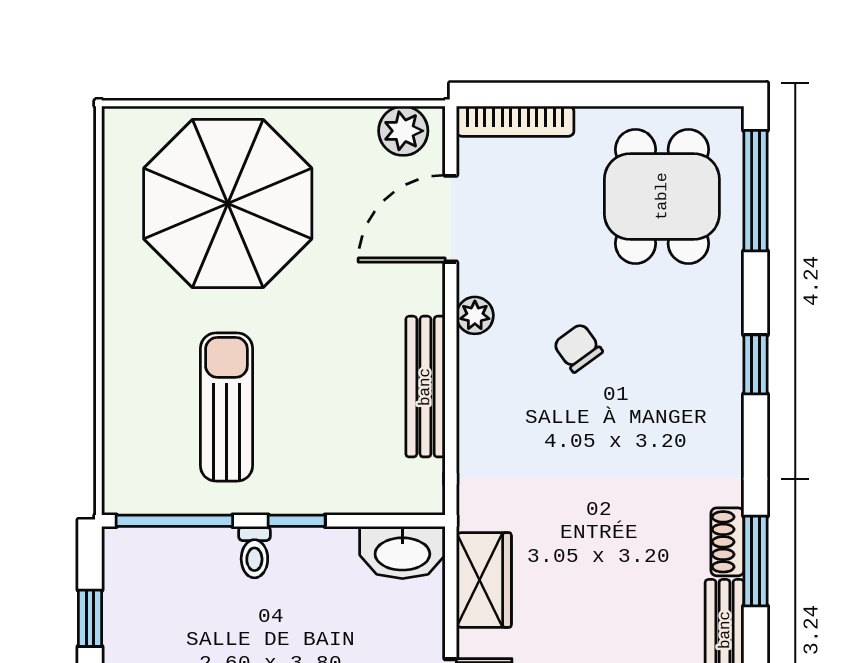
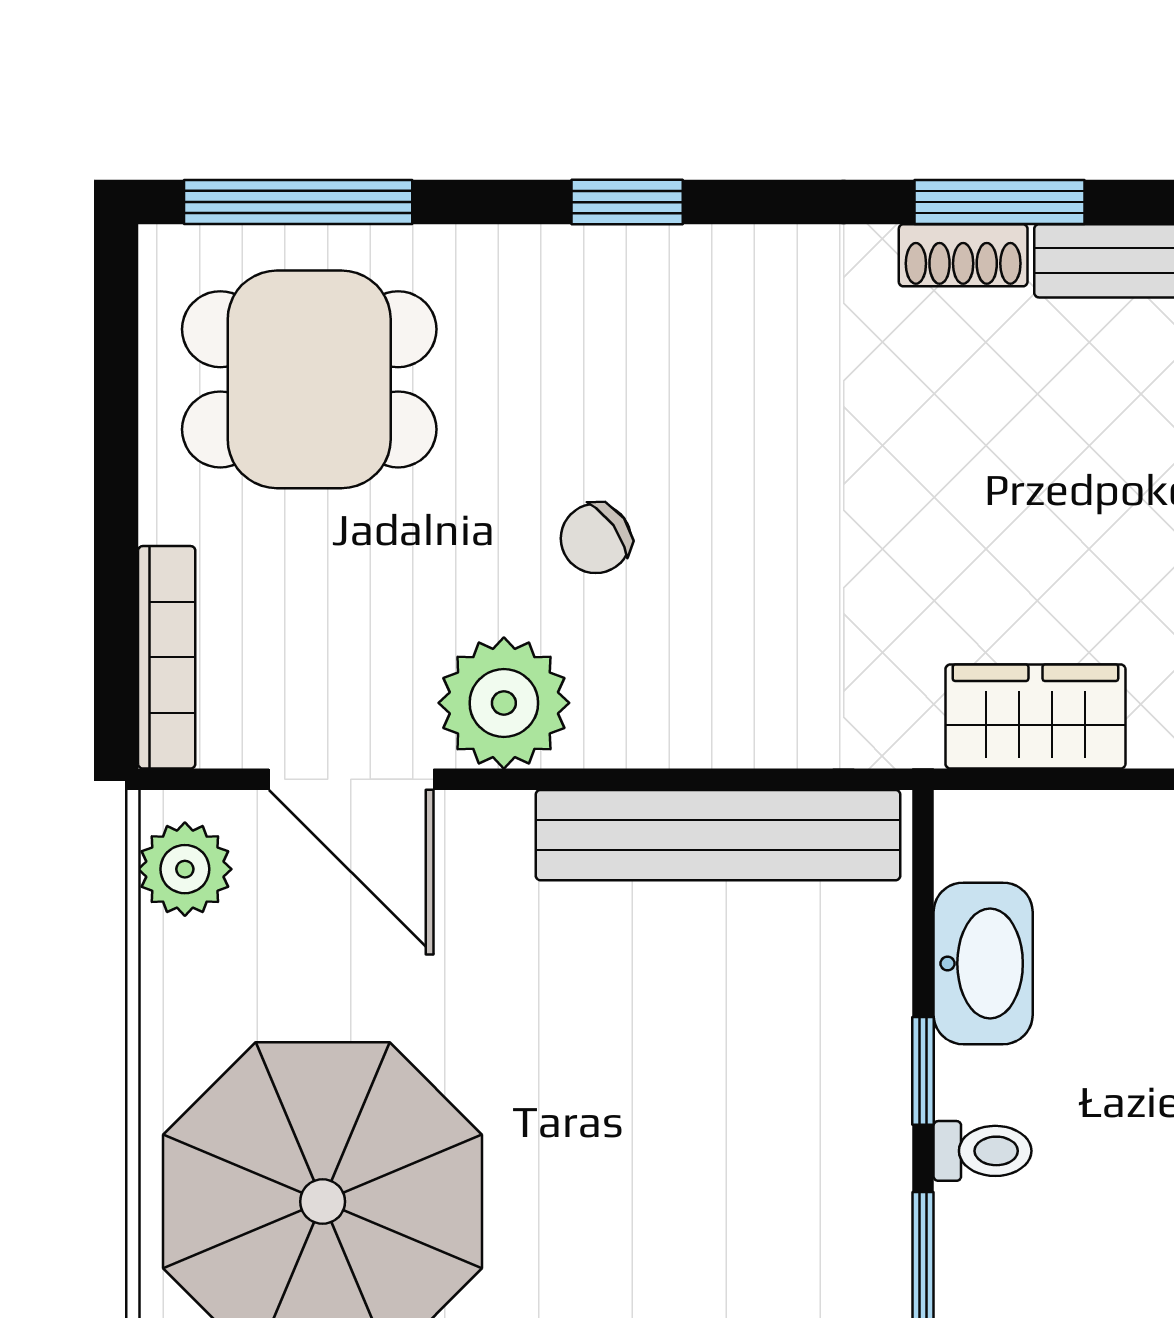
plant: (475, 315) -> (504, 703), width x1.87, depth x1.87
bench: (425, 387) -> (718, 835), width x1.37, depth x1.21
sun lounger: (226, 407) -> (708, 1204), removed
washbasin: (402, 552) -> (983, 963), moved

